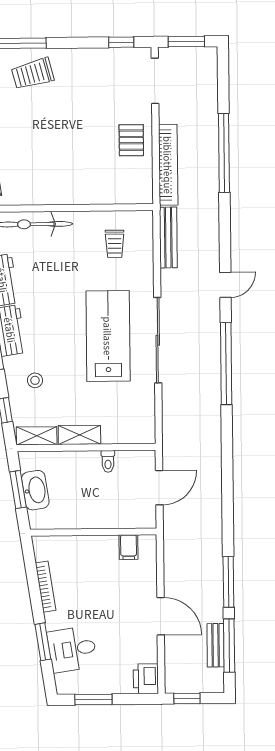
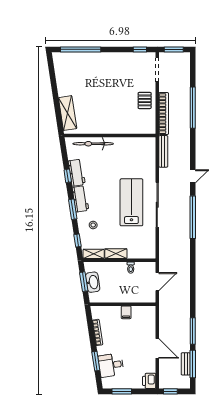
trolley: (33, 74) -> (94, 65), removed
trolley: (115, 244) -> (135, 154), removed
filing cabinet: (129, 547) -> (126, 312), moved

